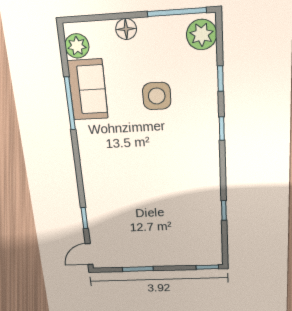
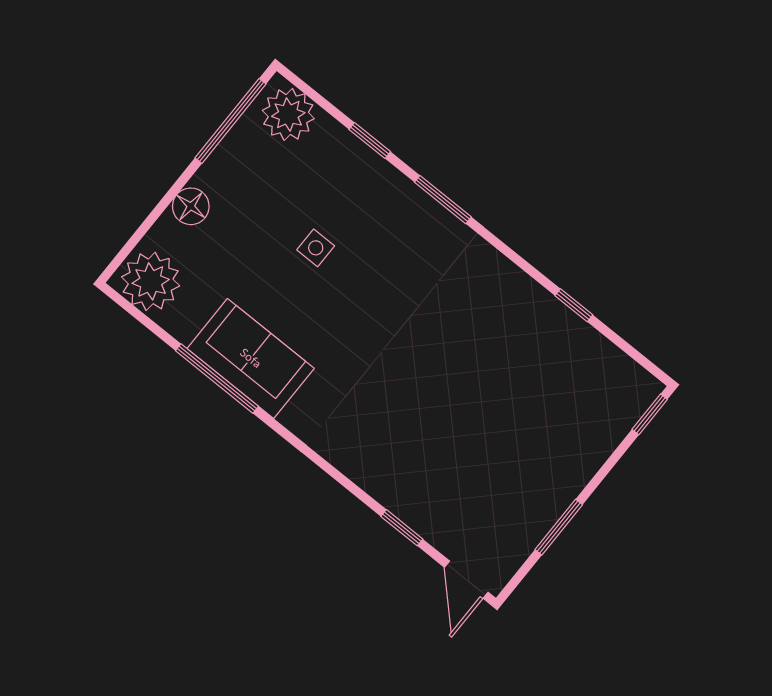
plant: (77, 46) -> (151, 281), width x1.36, depth x1.36
sofa: (88, 90) -> (251, 358), moved
side table: (157, 96) -> (316, 248), width x0.54, depth x0.54
window: (222, 129) -> (443, 200), width x1.50

